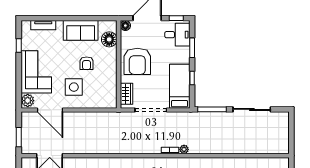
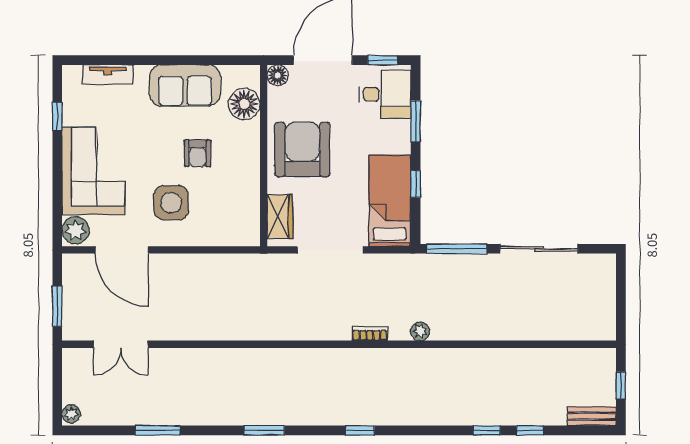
armchair: (137, 61) -> (302, 149), turned 180
plant: (184, 149) -> (420, 331), moved

